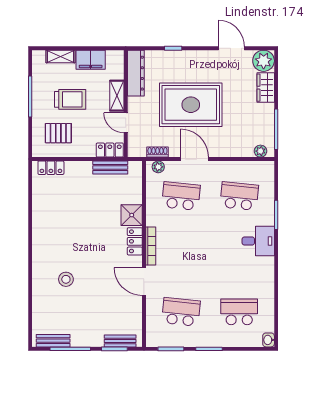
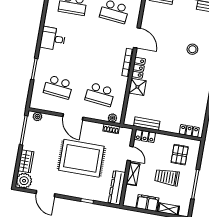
pallet: (58, 133) -> (180, 155), turned 90
door: (194, 159) -> (73, 117), moved
desk: (258, 241) -> (53, 39), moved

